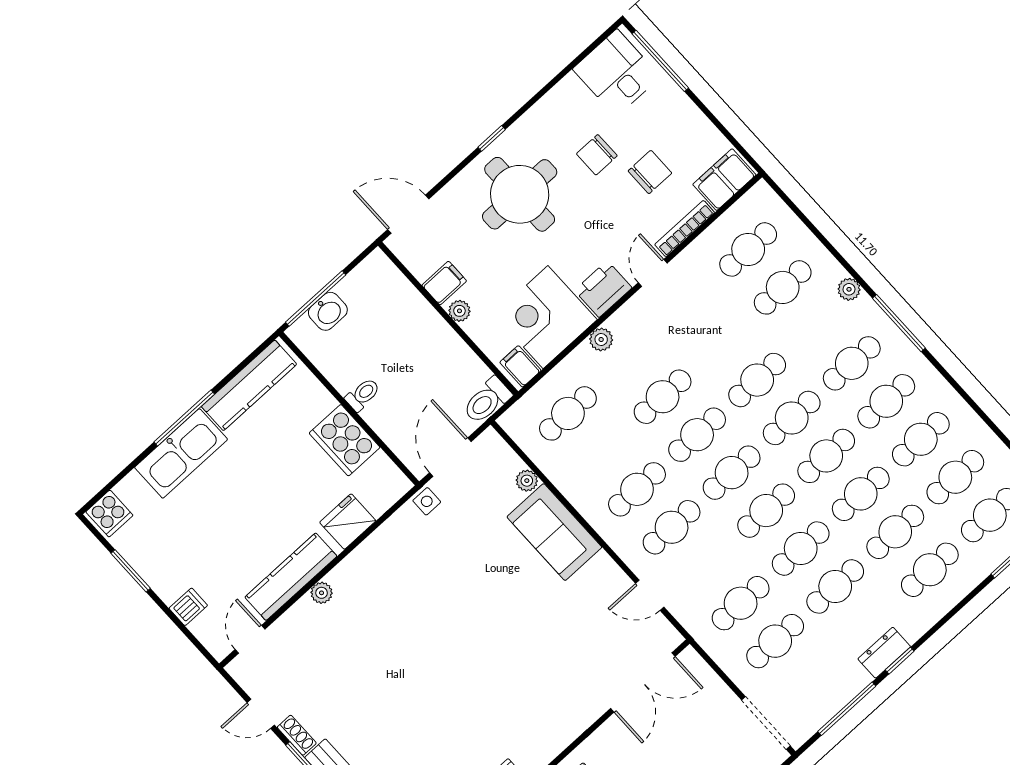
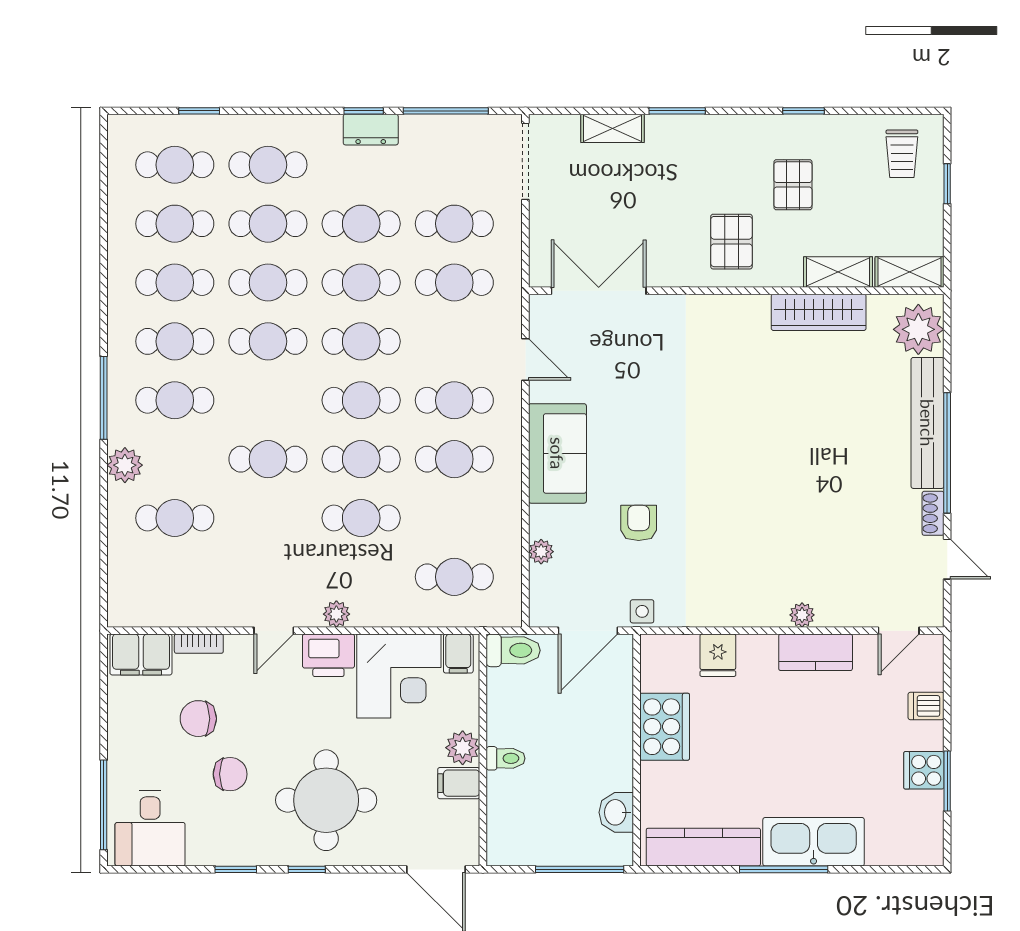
window: (537, 97) -> (236, 869), added
bookcase: (685, 229) -> (199, 644), width x0.64
cafe table: (748, 249) -> (175, 577), removed
plant: (849, 289) -> (125, 465), width x1.38, depth x1.38
washbasin: (328, 311) -> (616, 812), moved, turned -90
plant: (459, 311) -> (463, 748), width x1.38, depth x1.38
plant: (601, 339) -> (336, 614), moved
toilet: (363, 394) -> (505, 758), moved, turned 180
cafe table: (792, 418) -> (268, 400), removed
cooker: (109, 514) -> (924, 770), moved, turned -90
fridge: (348, 522) -> (718, 655), width x0.72
sofa: (554, 532) -> (557, 453), moved
armchair: (481, 556) -> (639, 523), added
kitchen counter: (291, 577) -> (816, 652), width x0.67

